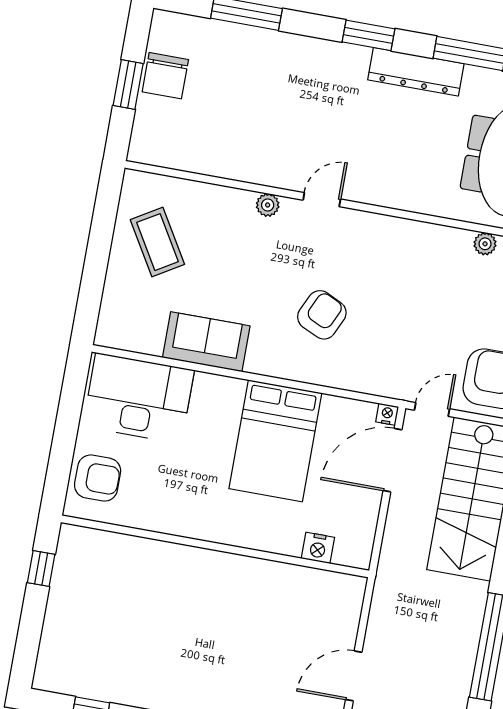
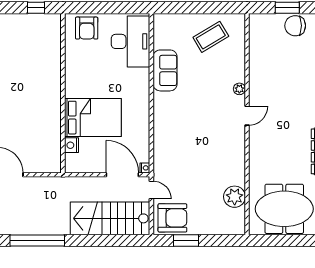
door: (322, 200) -> (247, 116), hinge flipped
plant: (485, 244) -> (235, 197), width x1.88, depth x1.88
armchair: (322, 315) -> (189, 126), removed
bed: (275, 441) -> (93, 118), moved, turned 180

